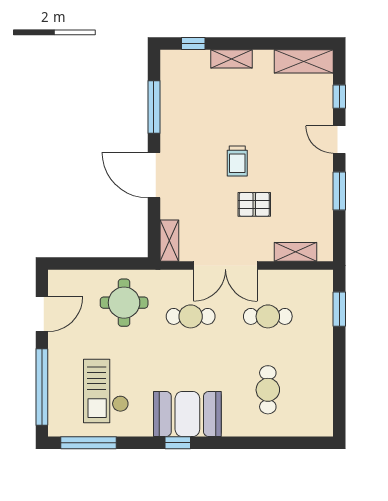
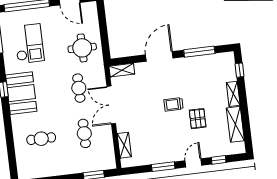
shelving: (304, 61) -> (235, 124), moved
pallet: (254, 204) -> (198, 119), moved
checkout: (106, 391) -> (29, 44), turned 90

